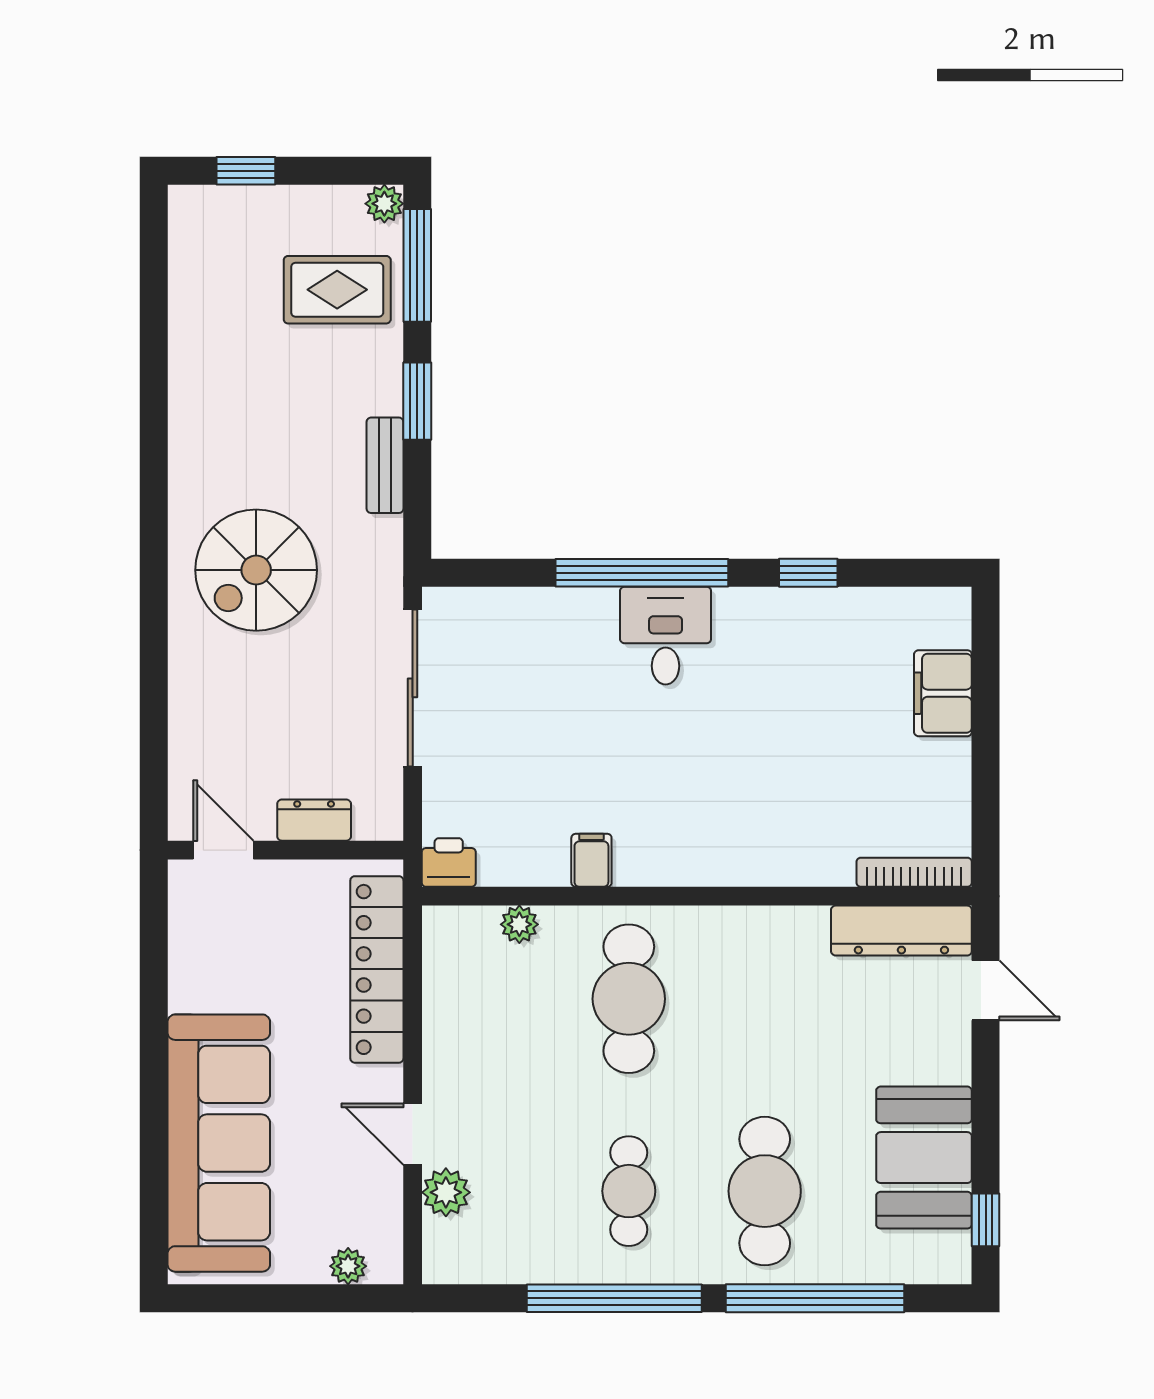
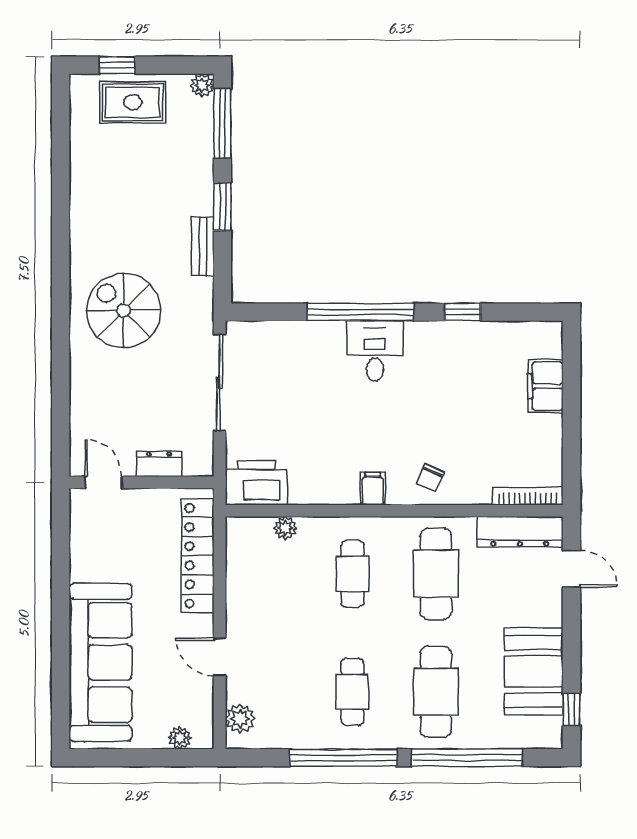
rug: (337, 290) -> (133, 102), moved
spiral stairs: (256, 570) -> (124, 310), turned 90
chair: (756, 843) -> (430, 478), added
filing cabinet: (591, 860) -> (373, 489), moved
printer: (449, 863) -> (256, 483), width x1.87, depth x1.48
cafe table: (629, 999) -> (352, 574), width x0.73, depth x0.74
cafe table: (765, 999) -> (436, 574), added
plant: (446, 1192) -> (240, 719), moved

